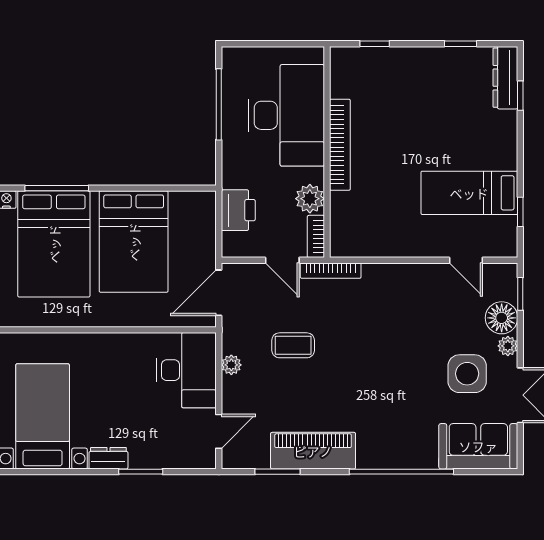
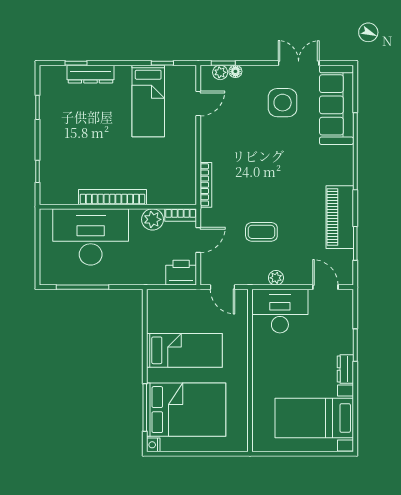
dresser: (505, 78) -> (90, 74), moved
printer: (238, 210) -> (181, 273), moved
bed: (134, 242) -> (184, 350), width x0.67
bookcase: (331, 271) -> (206, 185), moved
door: (219, 293) -> (222, 287), width x0.73
floor lamp: (502, 318) -> (235, 71), width x0.53, depth x0.53
coffee table: (293, 345) -> (261, 232), turned 90
plant: (508, 346) -> (220, 72), moved
sofa: (478, 446) -> (336, 105), width x1.36

